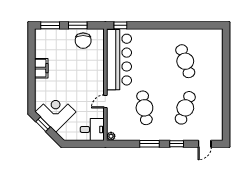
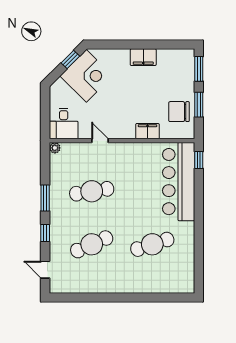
bar counter: (119, 60) -> (179, 182), moved, turned 90
filing cabinet: (98, 65) -> (147, 131), added
cafe table: (185, 108) -> (92, 244), turned -45

